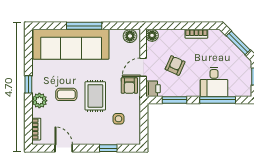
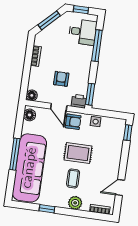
armchair: (175, 65) -> (61, 79), turned 66
desk: (214, 82) -> (83, 32), moved
window: (28, 84) -> (47, 209), moved
window: (174, 100) -> (90, 94), moved
side table: (119, 119) -> (96, 122), moved
window: (108, 148) -> (128, 133), moved

